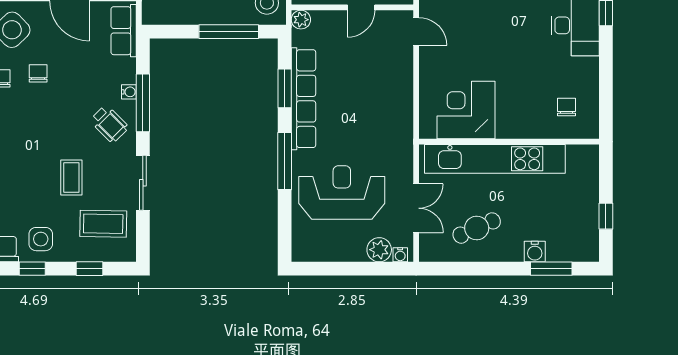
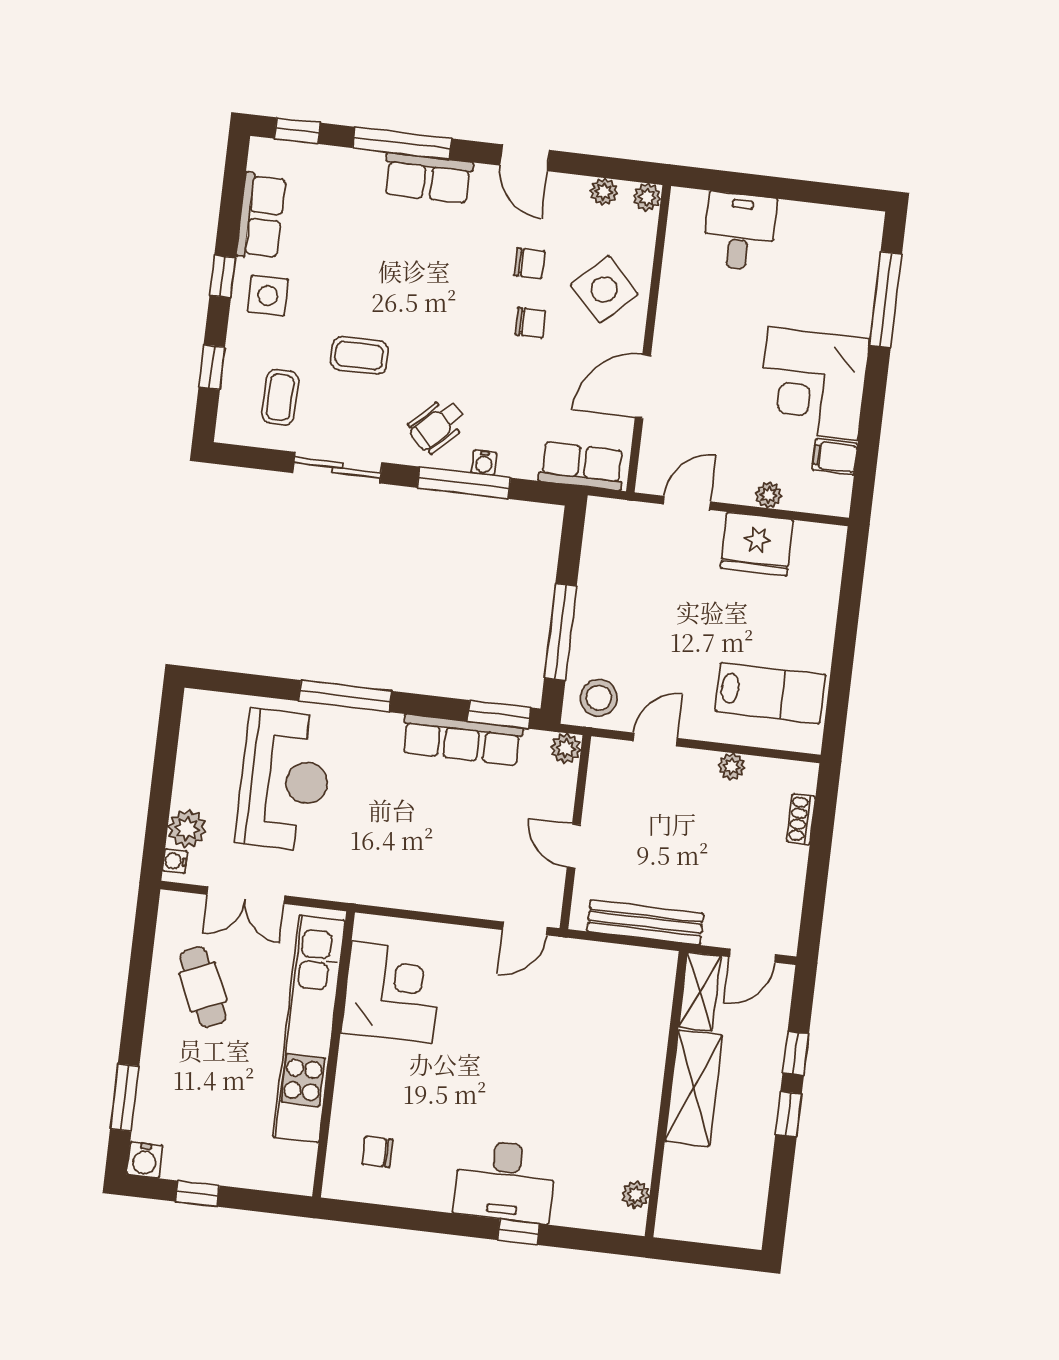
window: (285, 88) -> (499, 714), moved
row of seats: (303, 99) -> (462, 740), width x0.73
chair: (566, 107) -> (377, 1152), turned 180
coffee table: (103, 224) -> (280, 397), width x0.73, depth x0.77
water cooler: (535, 252) -> (145, 1160), moved, turned -90

